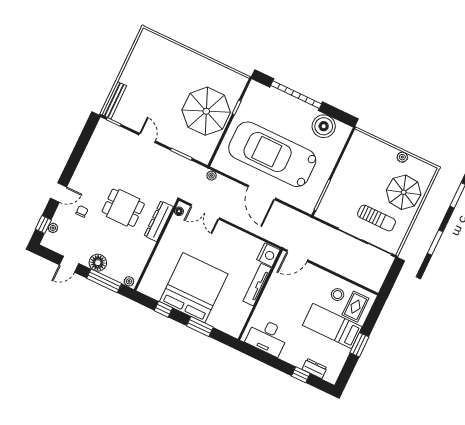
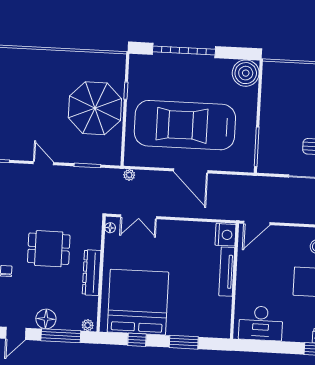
boiler: (324, 126) -> (246, 73), moved
dresser: (159, 221) -> (92, 273), moved
bed: (194, 288) -> (138, 302), moved

